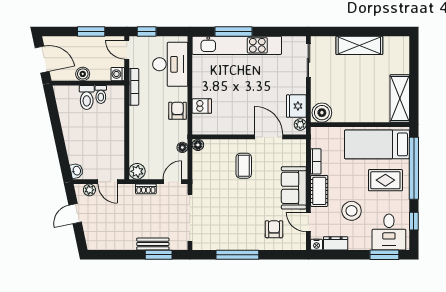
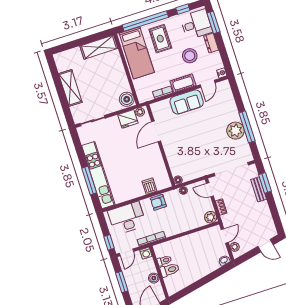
coffee table: (244, 166) -> (182, 143), removed
door: (75, 214) -> (265, 246), moved
armchair: (274, 229) -> (221, 107), removed
plant: (237, 239) -> (235, 131), added
dresser: (336, 243) -> (211, 43), moved

